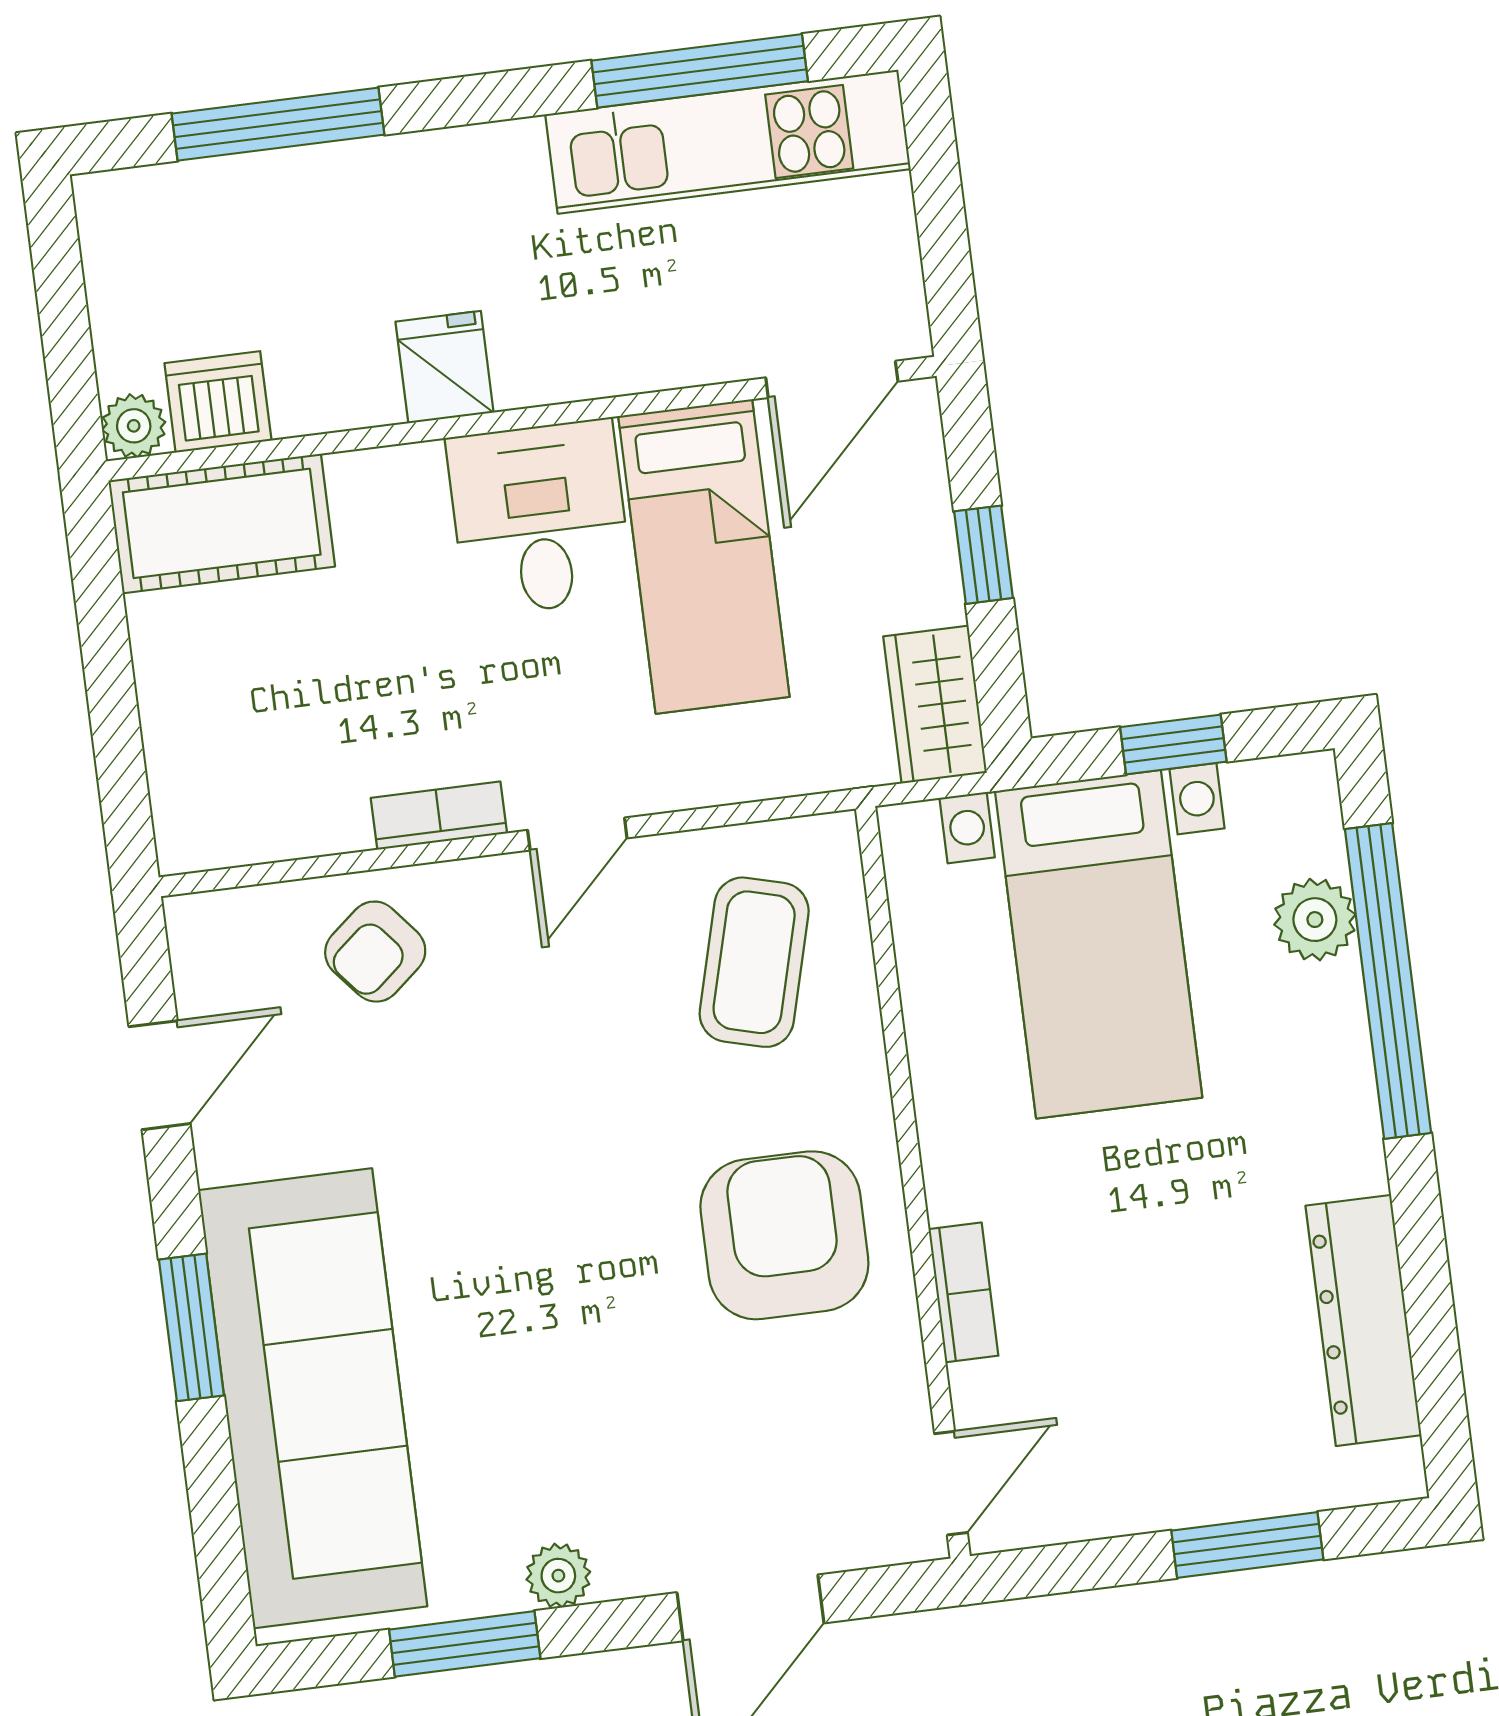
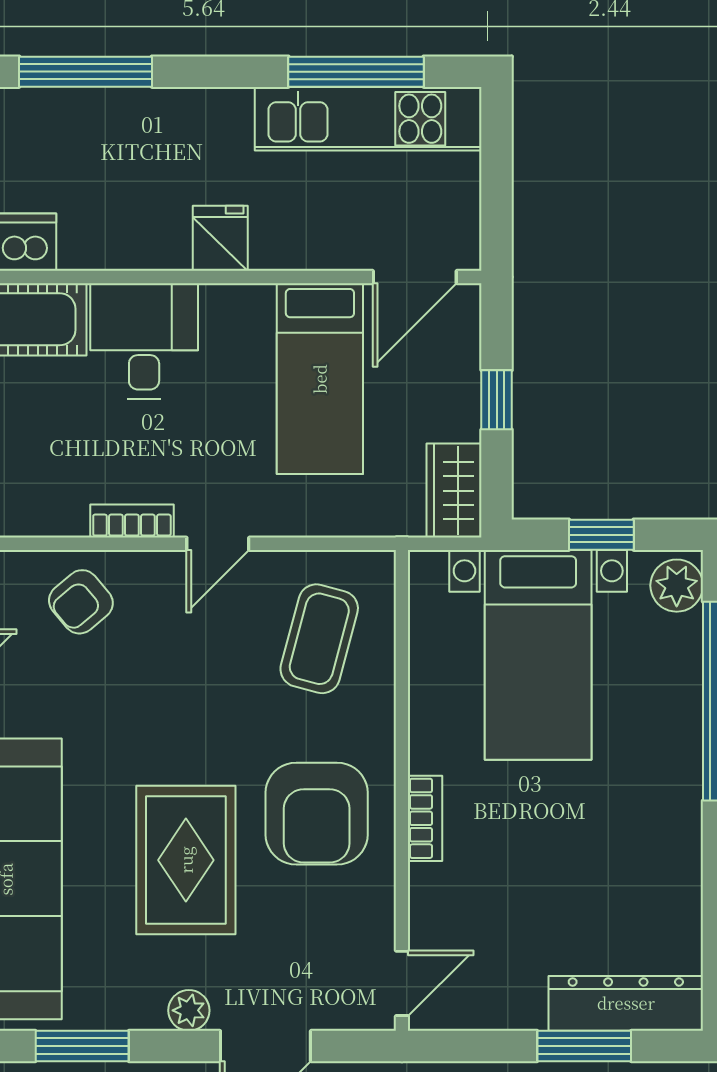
fridge: (445, 367) -> (220, 238), moved
desk: (539, 518) -> (144, 341), moved
plant: (1315, 920) -> (677, 586), moved
armchair: (784, 1235) -> (317, 814), turned 180
bookcase: (963, 1292) -> (425, 818), moved
dresser: (1363, 1320) -> (626, 1003), moved, turned 90
rug: (590, 1333) -> (186, 860), added
plant: (558, 1576) -> (189, 1010), moved

